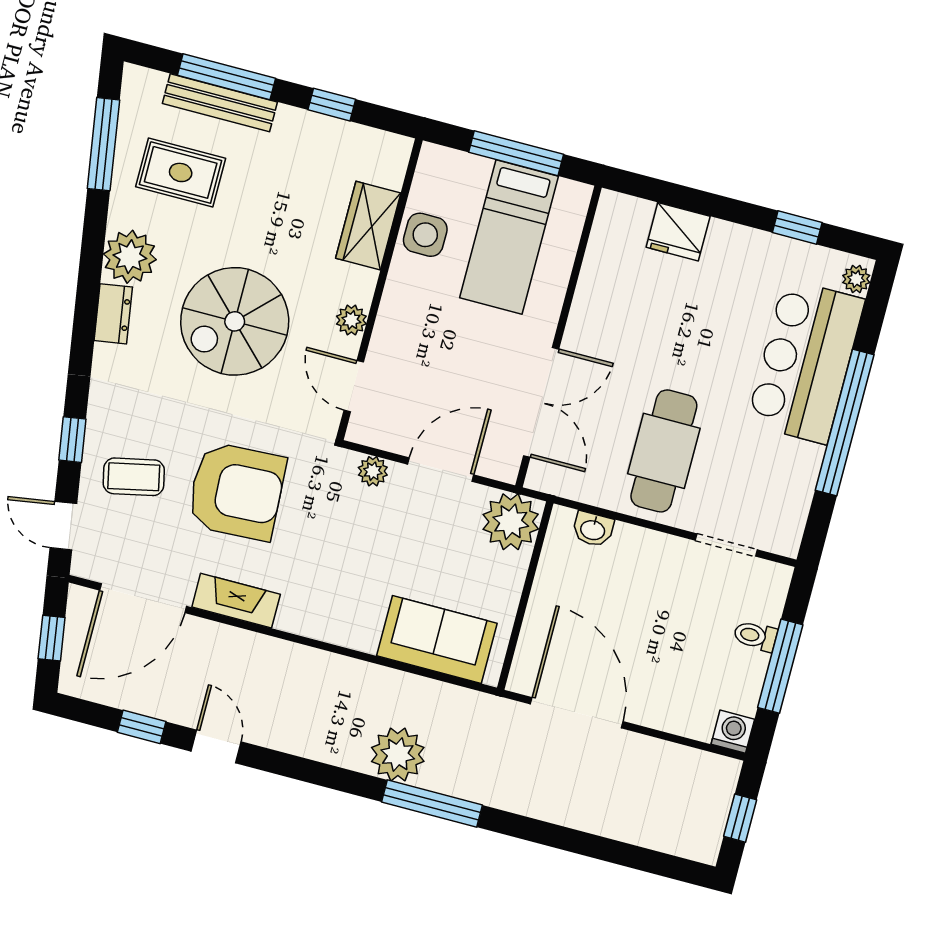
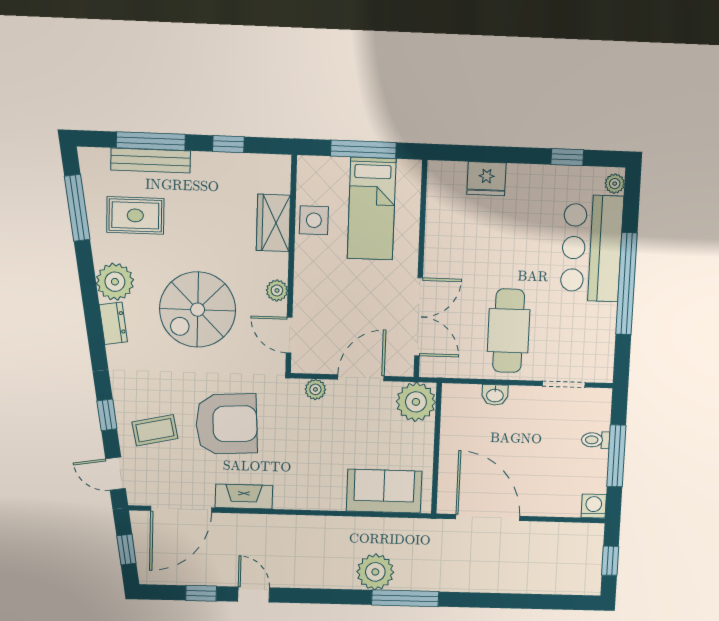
washbasin: (593, 529) -> (495, 395), moved

